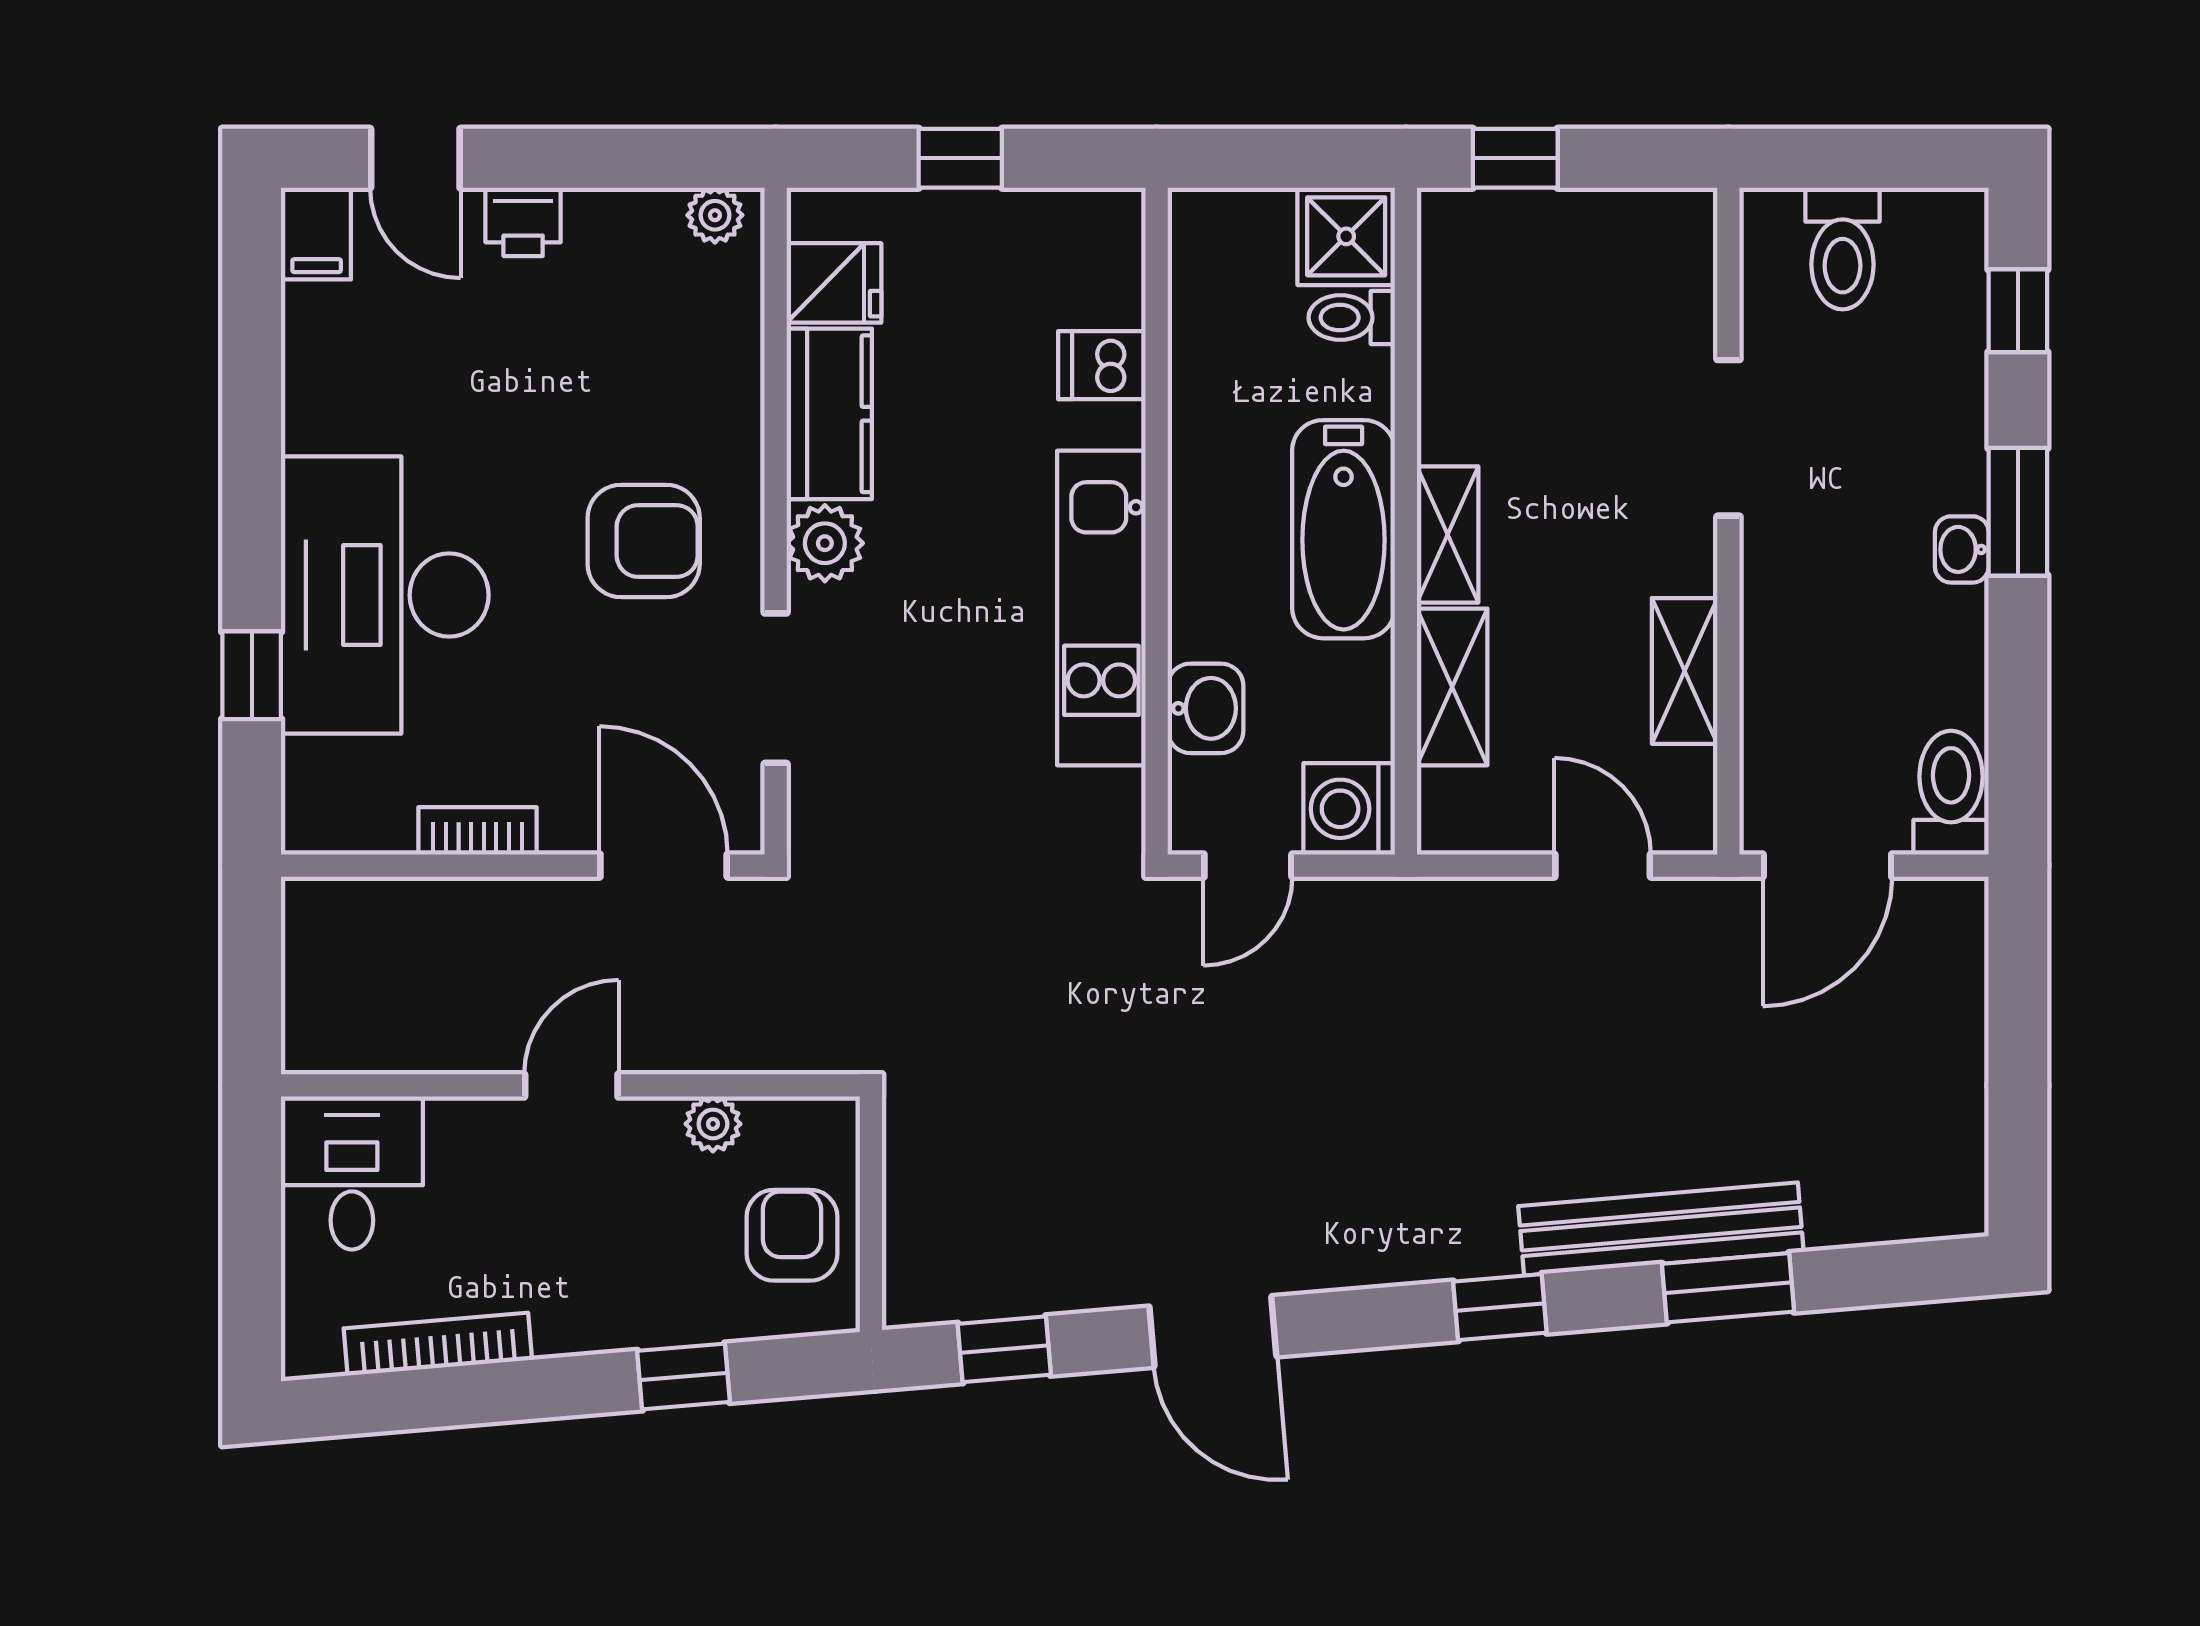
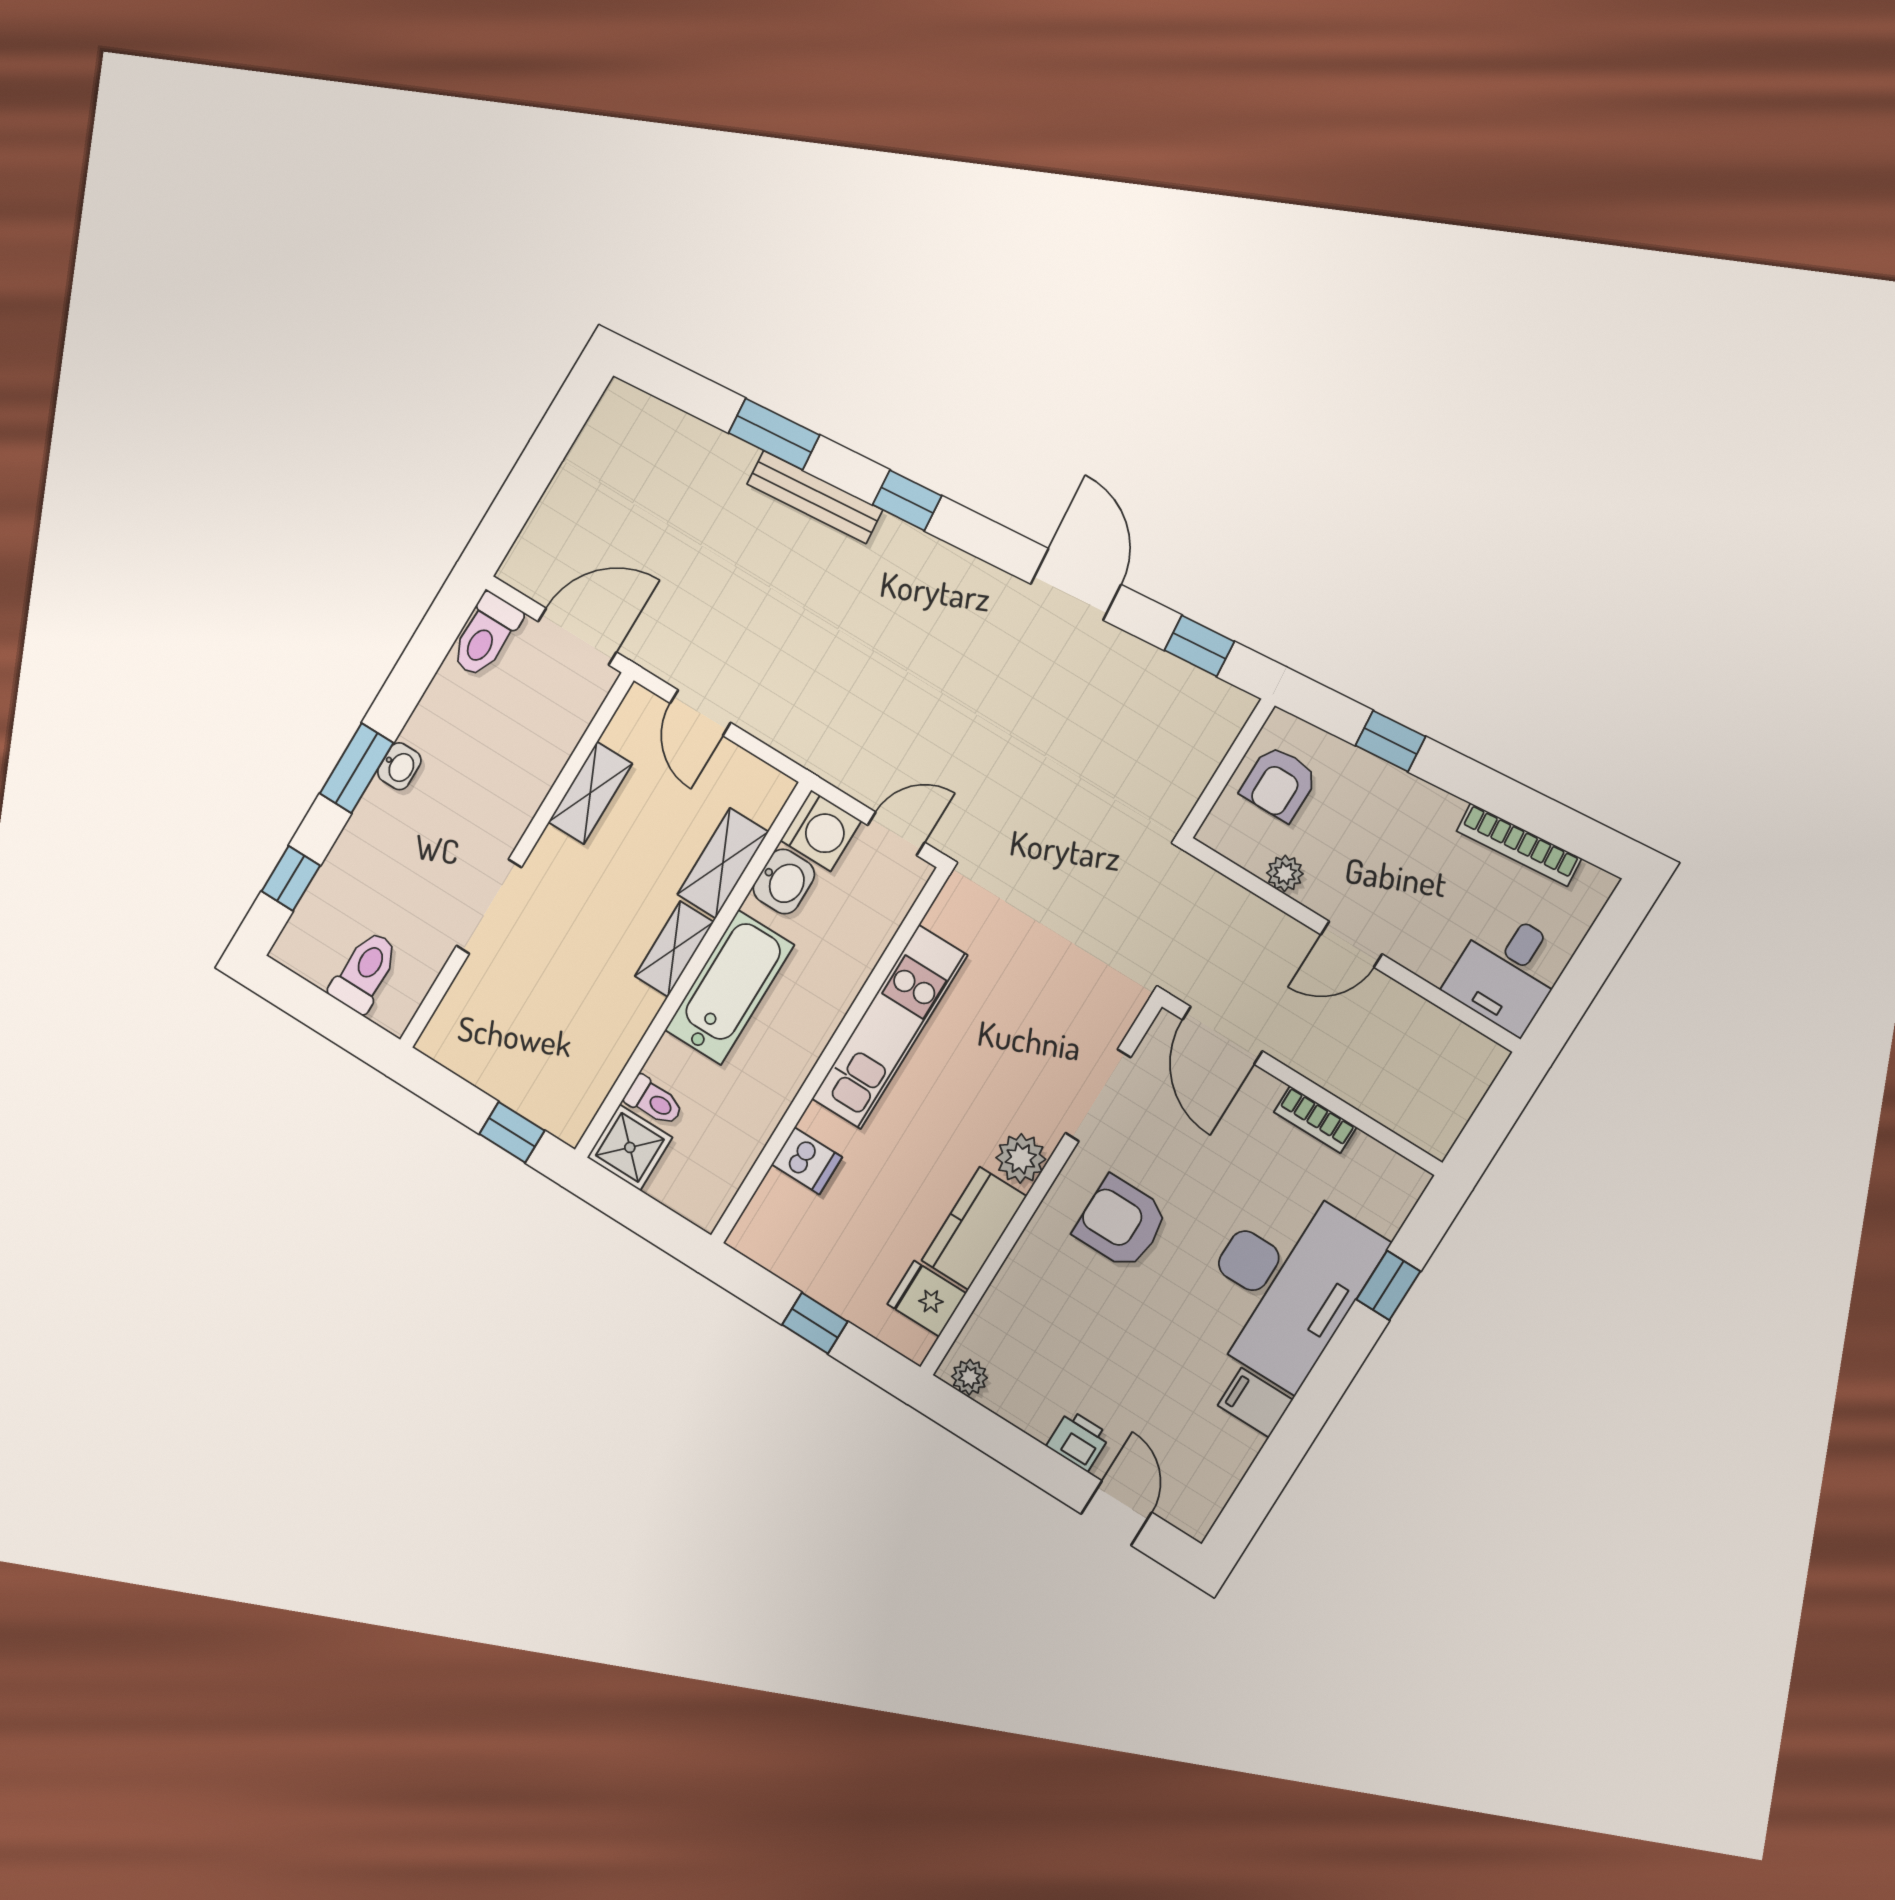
filing cabinet: (317, 233) -> (1255, 1403), moved, turned -90
washbasin: (1206, 708) -> (784, 882), moved, turned 180
bench: (1661, 1229) -> (815, 497), width x0.73, depth x0.82

